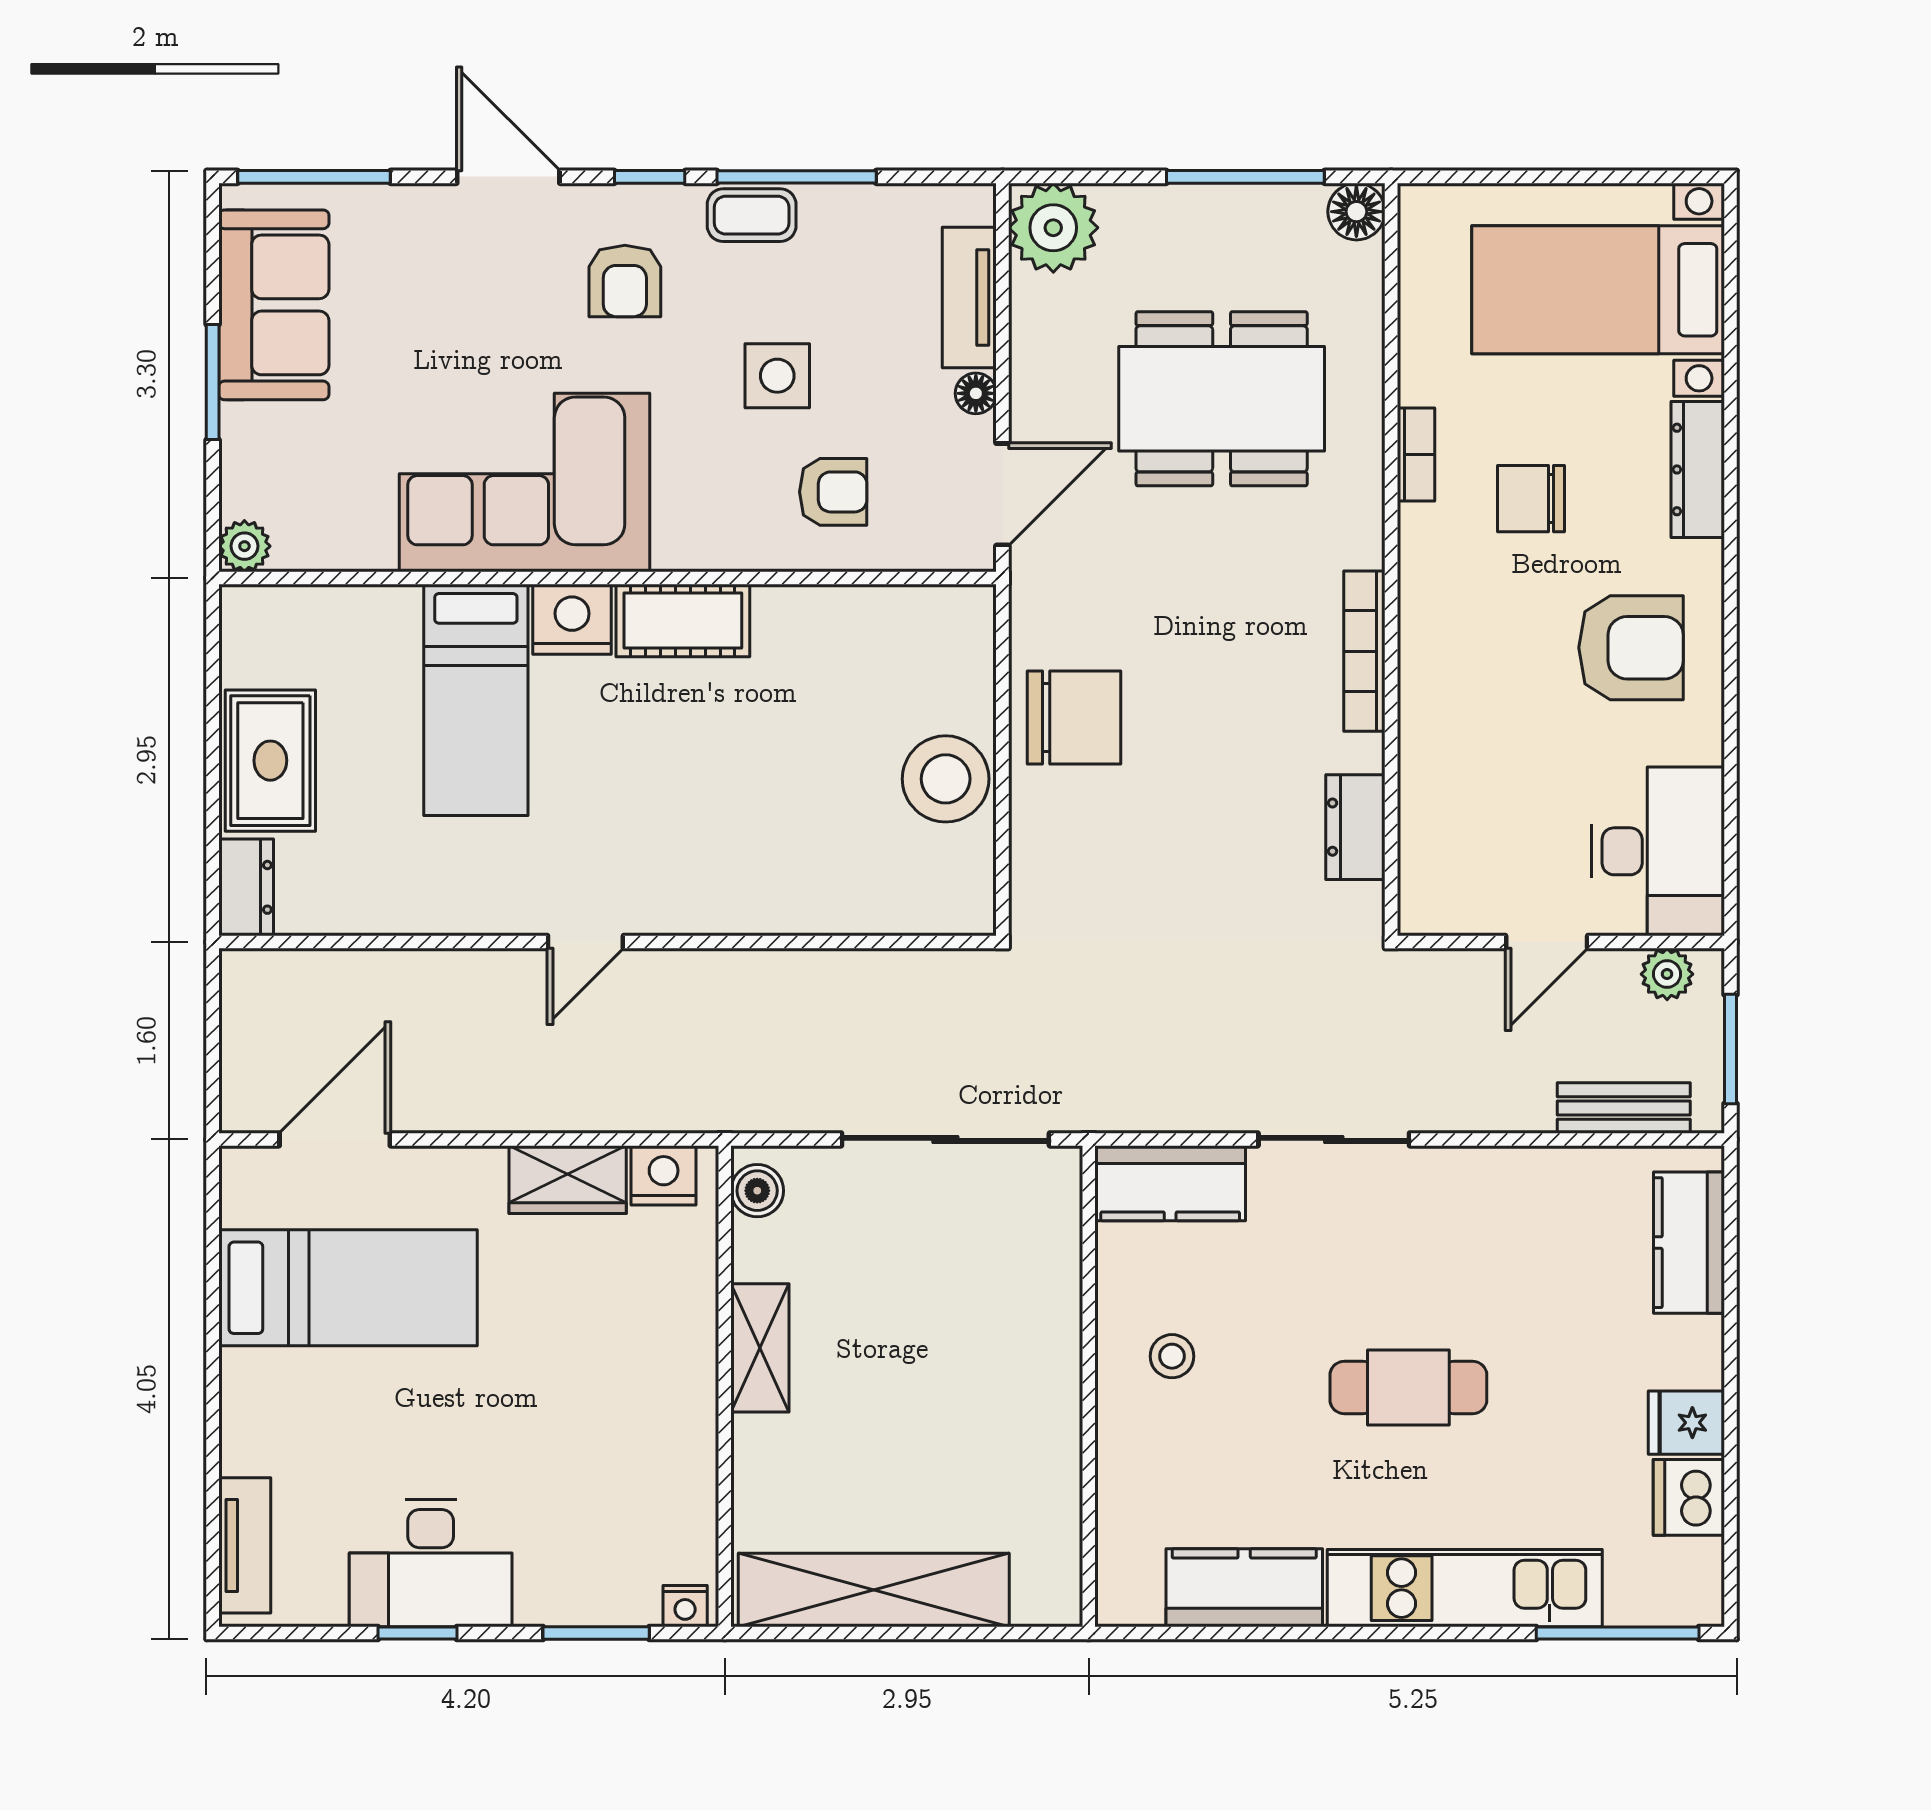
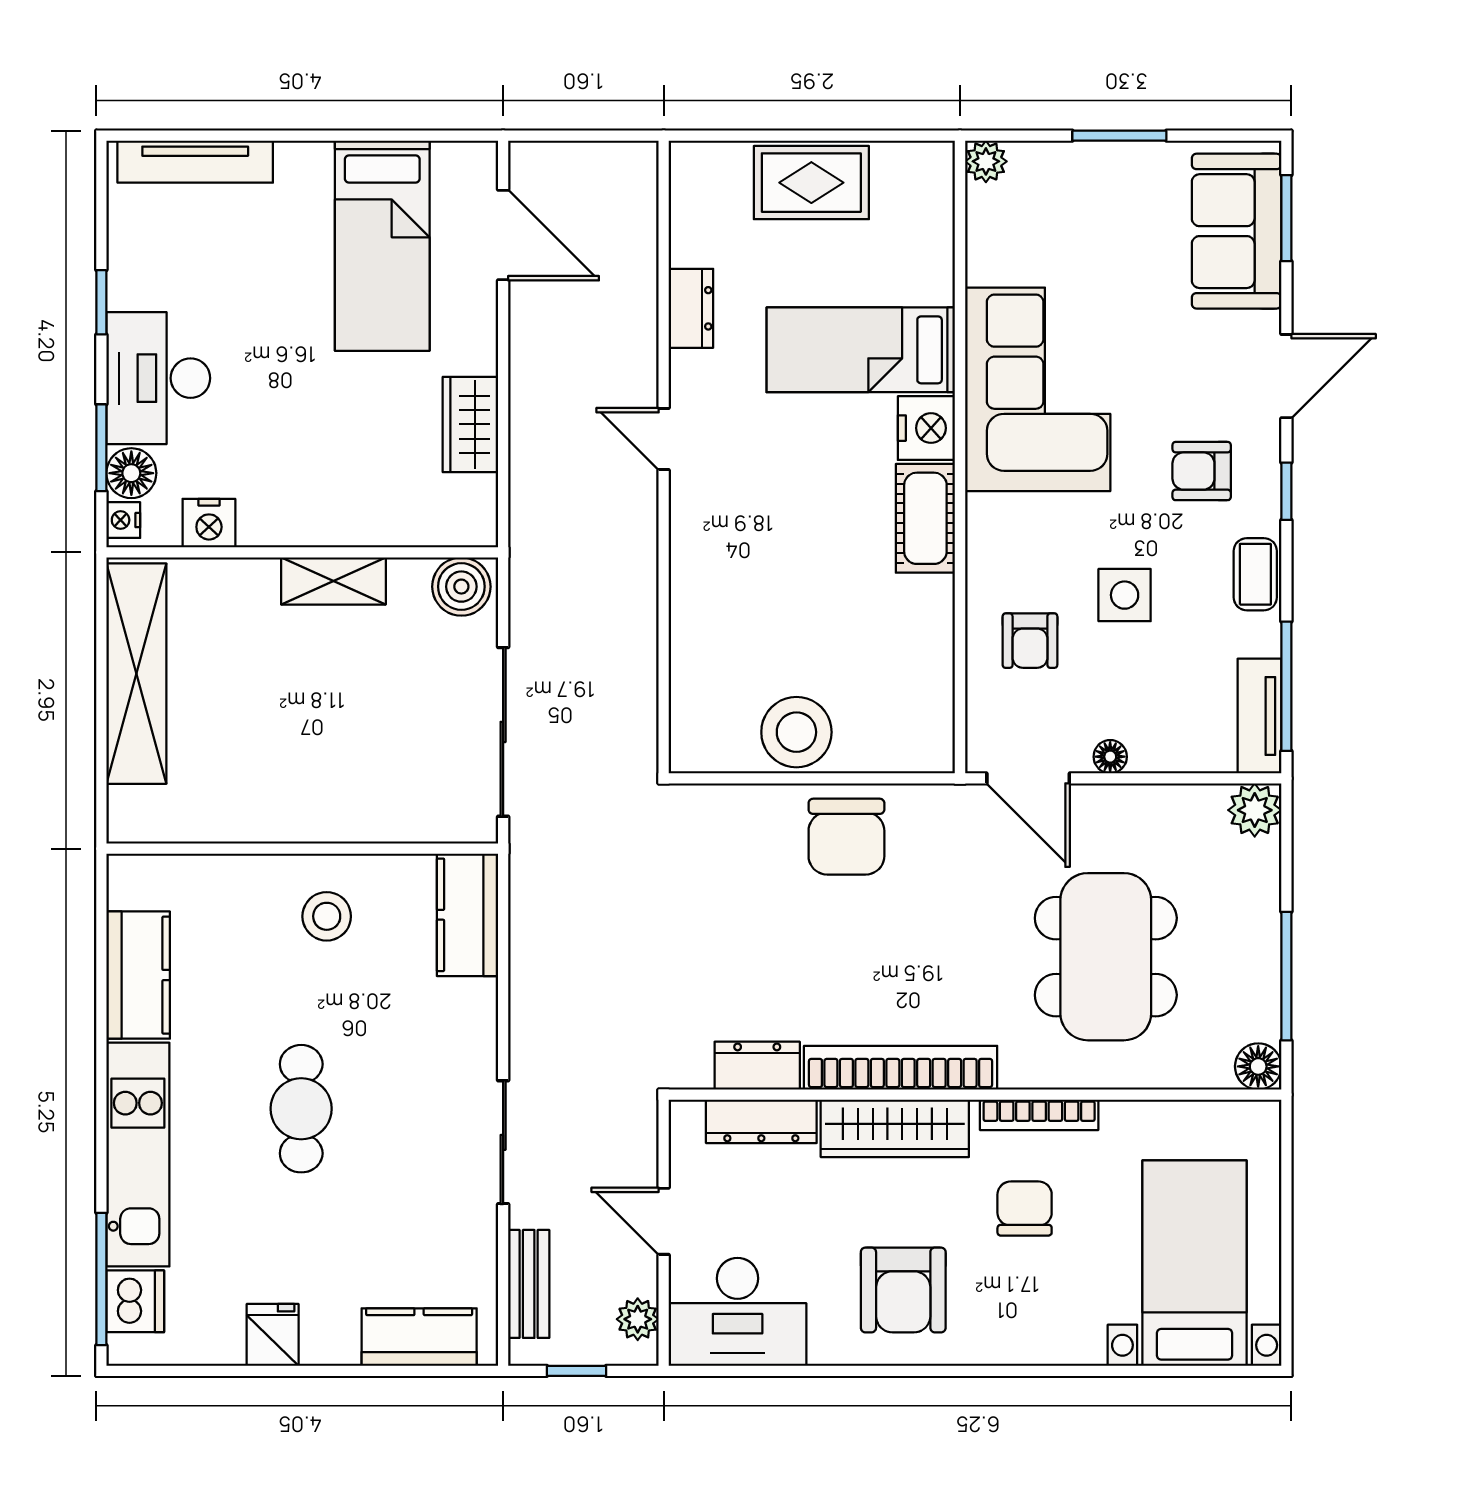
window: (314, 177) -> (1286, 218), width x0.69
window: (797, 177) -> (1286, 686), moved
plant: (1053, 228) -> (1255, 810), width x0.73, depth x0.73
tv unit: (969, 298) -> (1259, 716), moved, turned -90
sofa: (274, 305) -> (1237, 231), moved, turned 90
bookcase: (1416, 454) -> (1039, 1115), width x1.56
dresser: (1698, 469) -> (761, 1121), moved, turned 180
bookcase: (1364, 651) -> (901, 1068), width x1.48, depth x1.31
wardrobe: (1433, 658) -> (895, 1128), added
dresser: (246, 887) -> (691, 308), moved, turned -90
window: (1730, 1049) -> (577, 1371), width x0.67
sliding door: (1334, 1139) -> (503, 1142), moved
nightstand: (664, 1175) -> (209, 523), moved, turned 90
boiler: (757, 1191) -> (461, 587), width x1.36, depth x1.36
stool: (1172, 1356) -> (327, 916), width x1.37, depth x1.37
dishwasher: (1689, 1497) -> (135, 1301), moved, turned 90
tv unit: (245, 1545) -> (195, 162), width x1.41
desk: (431, 1563) -> (158, 378), moved
floor lamp: (627, 1596) -> (131, 473), added

